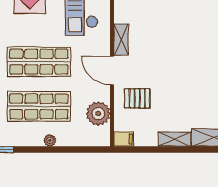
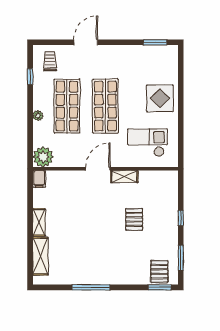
pallet: (137, 98) -> (134, 219), moved
plant: (98, 113) -> (43, 157), moved

